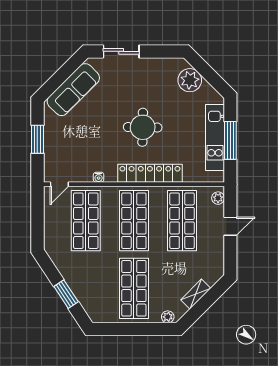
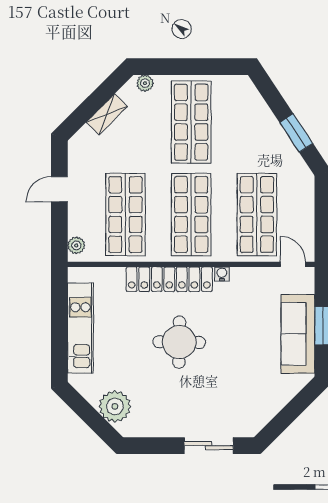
sofa: (73, 90) -> (298, 334), moved, turned -45
window: (230, 140) -> (59, 324), removed
water cooler: (99, 177) -> (222, 274), moved
door: (59, 184) -> (293, 264), hinge flipped
door: (230, 226) -> (59, 189), moved
window: (66, 294) -> (296, 133), moved

